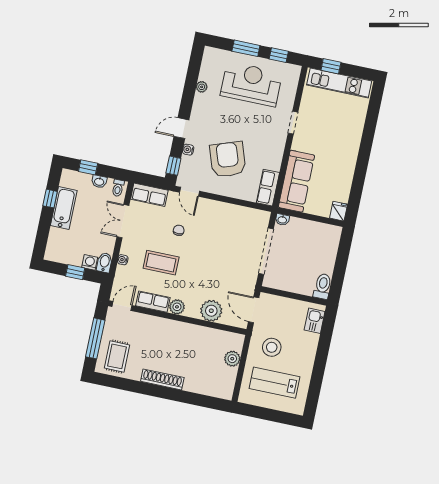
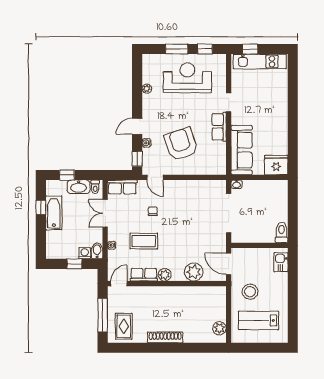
washbasin: (99, 181) -> (79, 187), width x1.91, depth x1.45
row of seats: (268, 188) -> (219, 127), moved
fridge: (339, 211) -> (276, 165), width x1.88, depth x1.34
plant: (232, 359) -> (219, 328), moved

